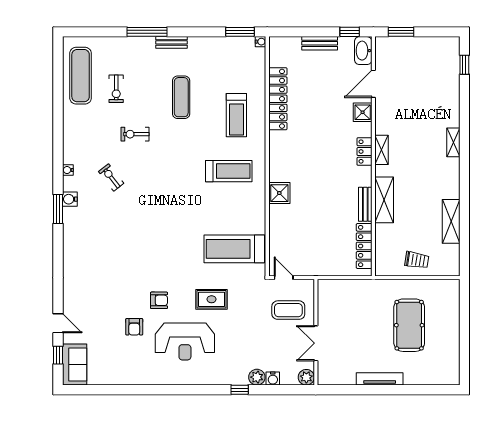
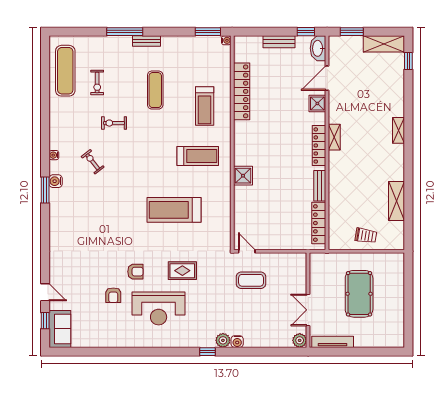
locker: (364, 152) -> (319, 145), width x1.53
shelving: (384, 200) -> (384, 44), moved, turned 90
treadmill: (234, 249) -> (174, 210), moved
wall: (316, 332) -> (308, 300), moved
double door: (316, 343) -> (308, 310), moved
plant: (306, 377) -> (300, 340), moved

